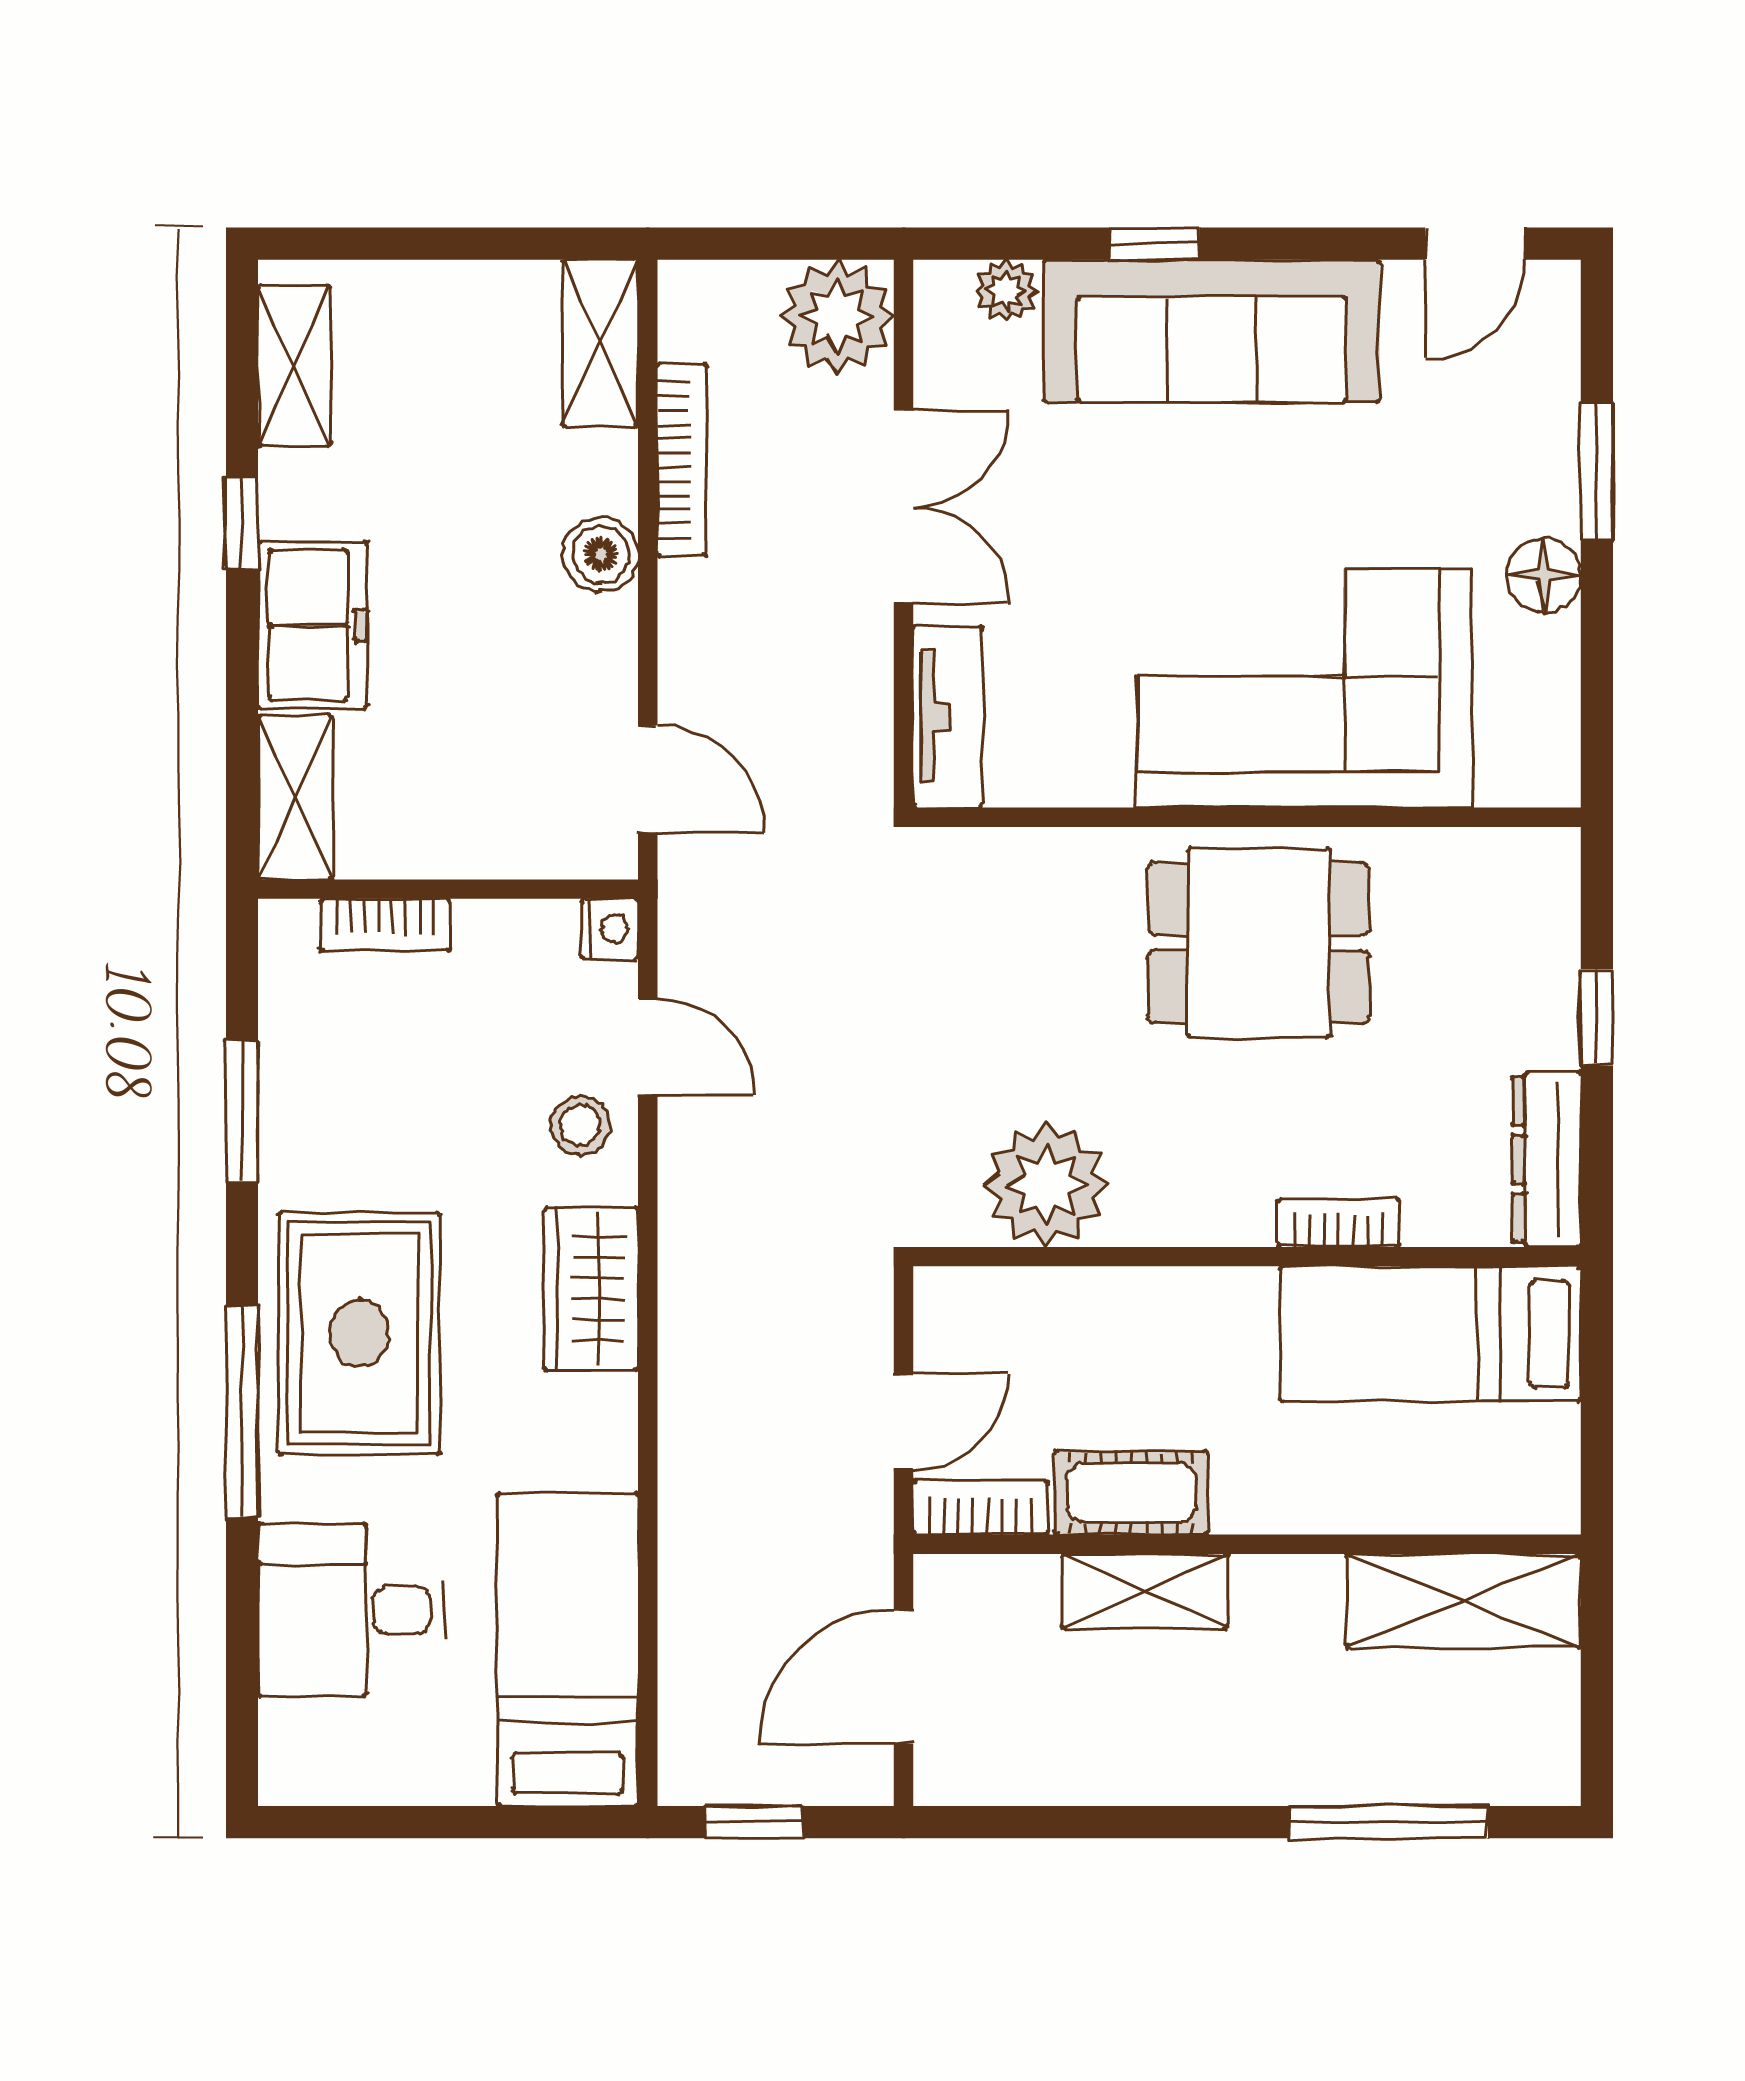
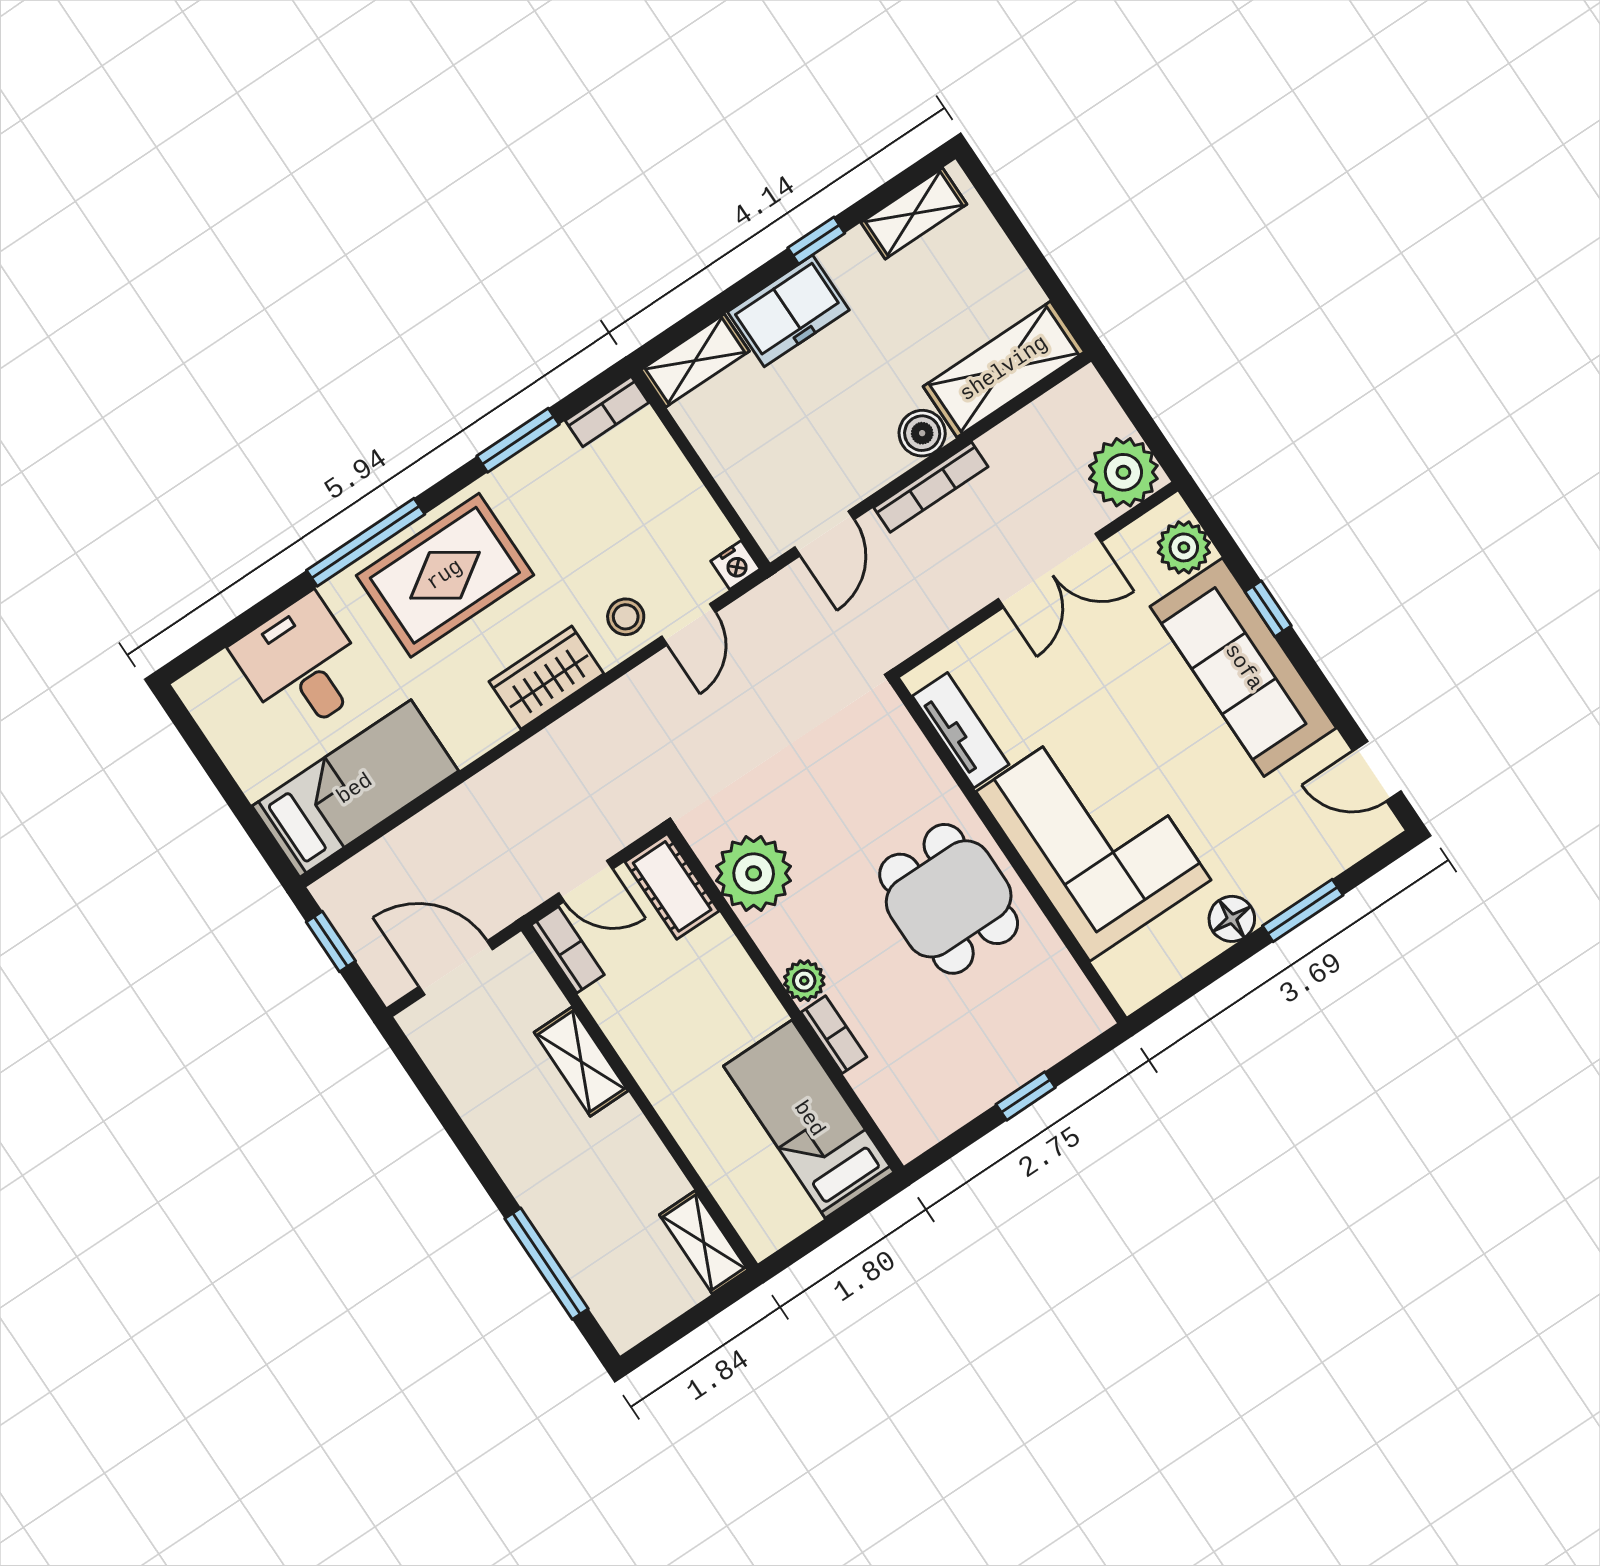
plant: (1006, 291) -> (1184, 547), width x1.38, depth x1.38
shelving: (601, 343) -> (1004, 369), width x1.50, depth x1.33
bookcase: (682, 460) -> (931, 487), moved
tv unit: (948, 717) -> (961, 730), moved, turned -90
bookcase: (385, 925) -> (607, 411), moved, turned -90
dresser: (1547, 1159) -> (937, 1119), removed
plant: (1238, 1214) -> (804, 981), added
cot: (1131, 1493) -> (672, 886), moved
shelving: (1464, 1601) -> (704, 1242), width x0.67, depth x0.75

